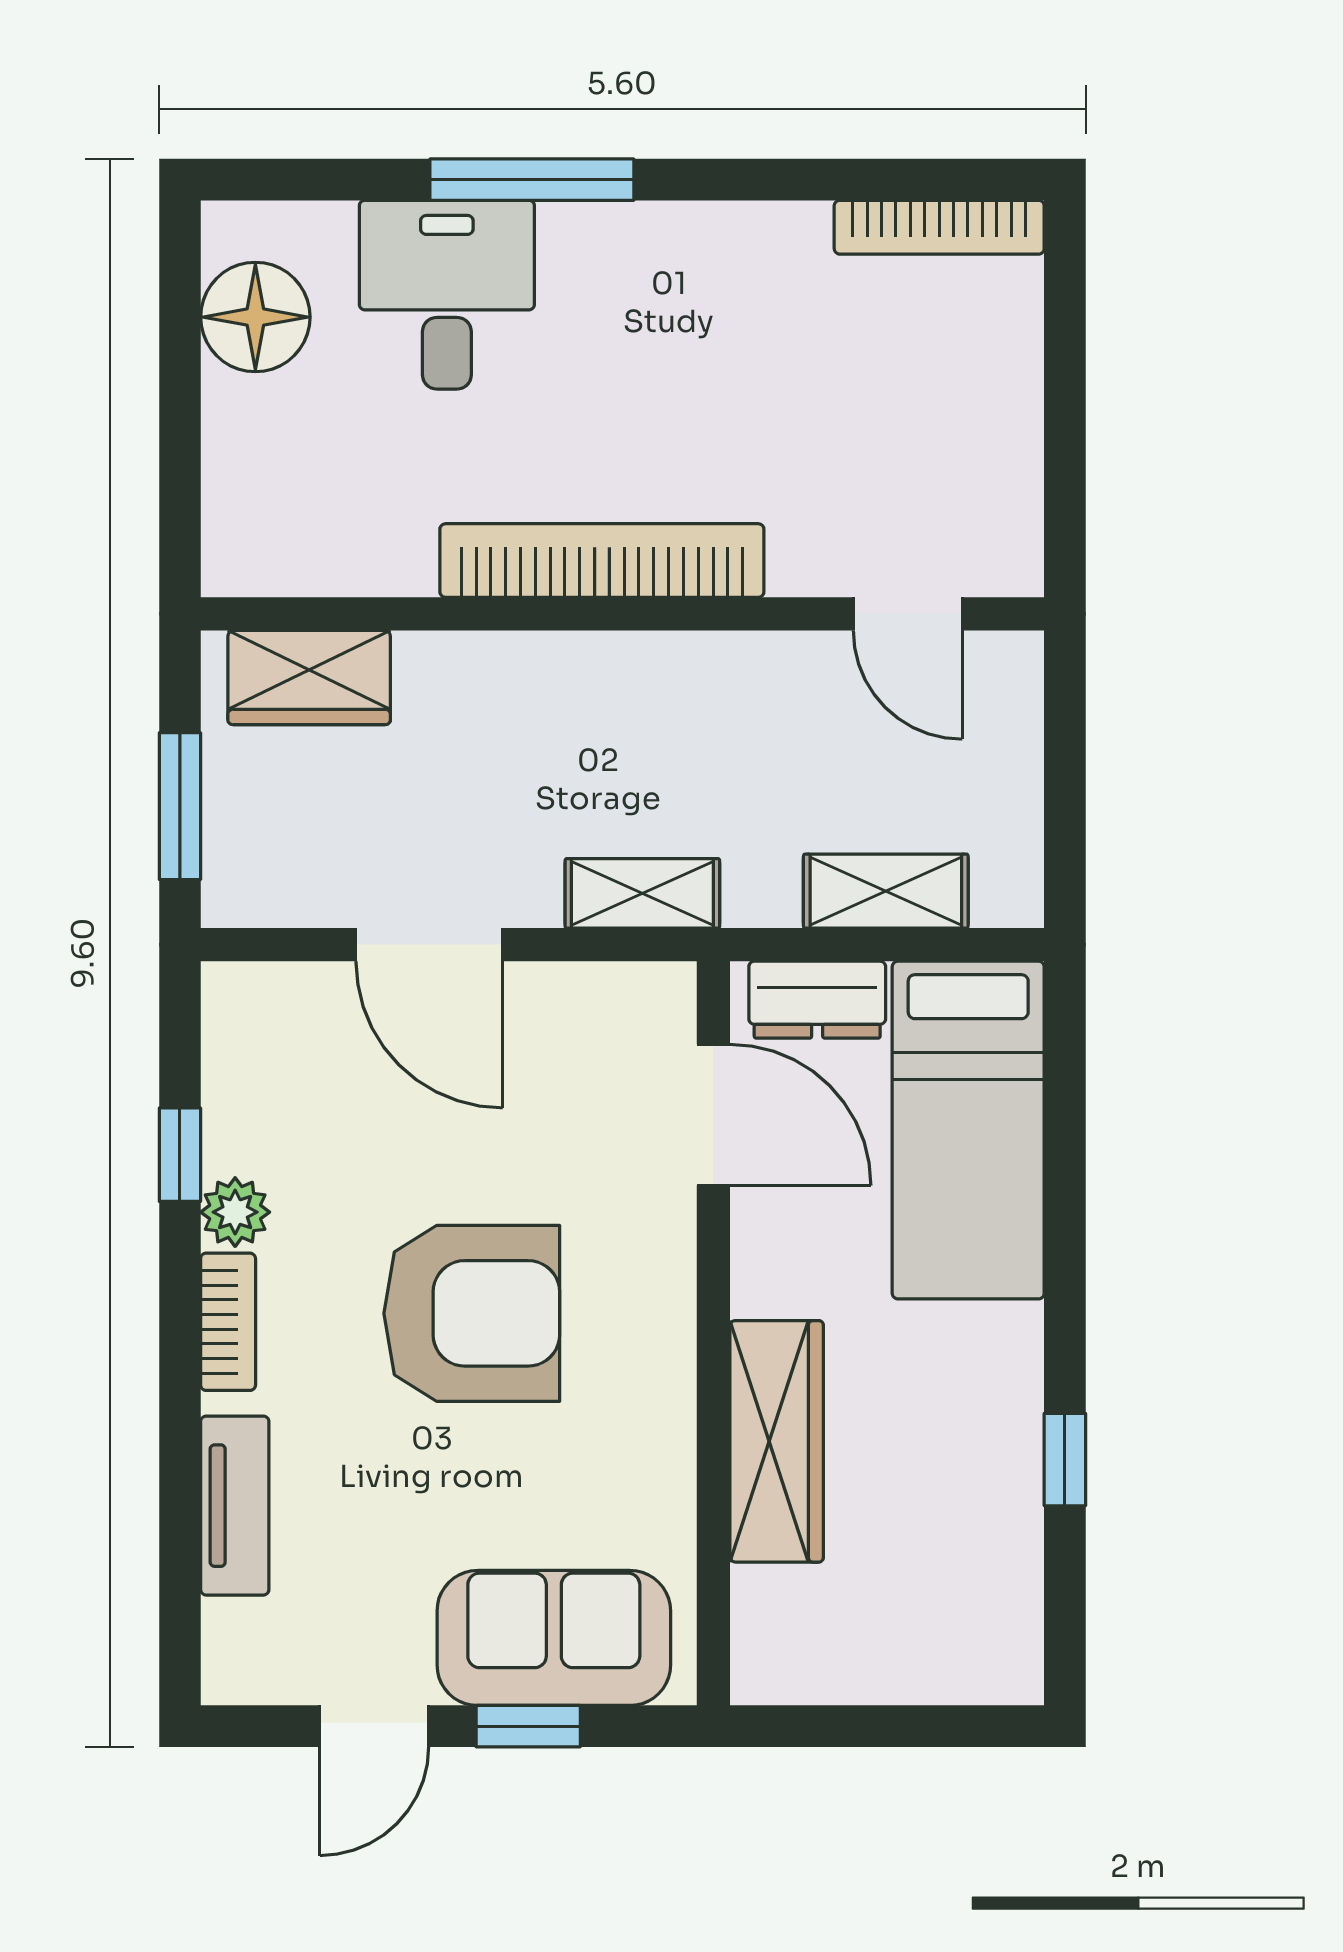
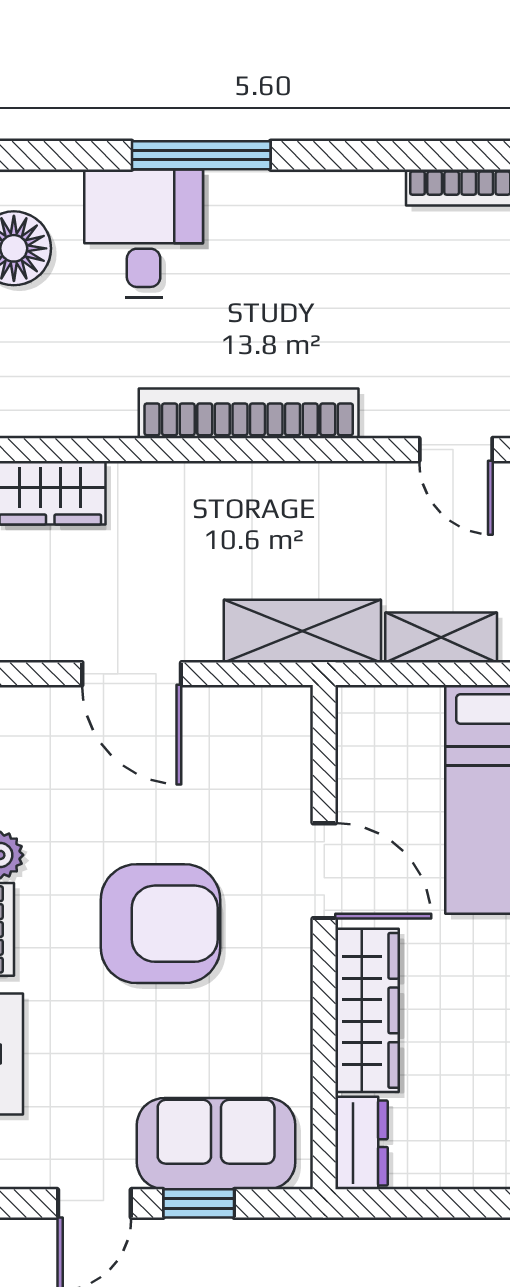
shelving: (642, 893) -> (302, 631), width x1.50, depth x1.33
dresser: (817, 1000) -> (362, 1143), moved, turned -90
door: (713, 1115) -> (324, 871), moved

